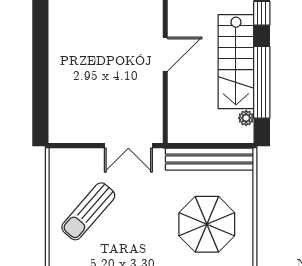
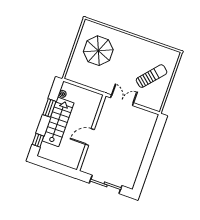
window: (262, 82) -> (49, 108), width x0.47
bench: (209, 159) -> (86, 81), removed

